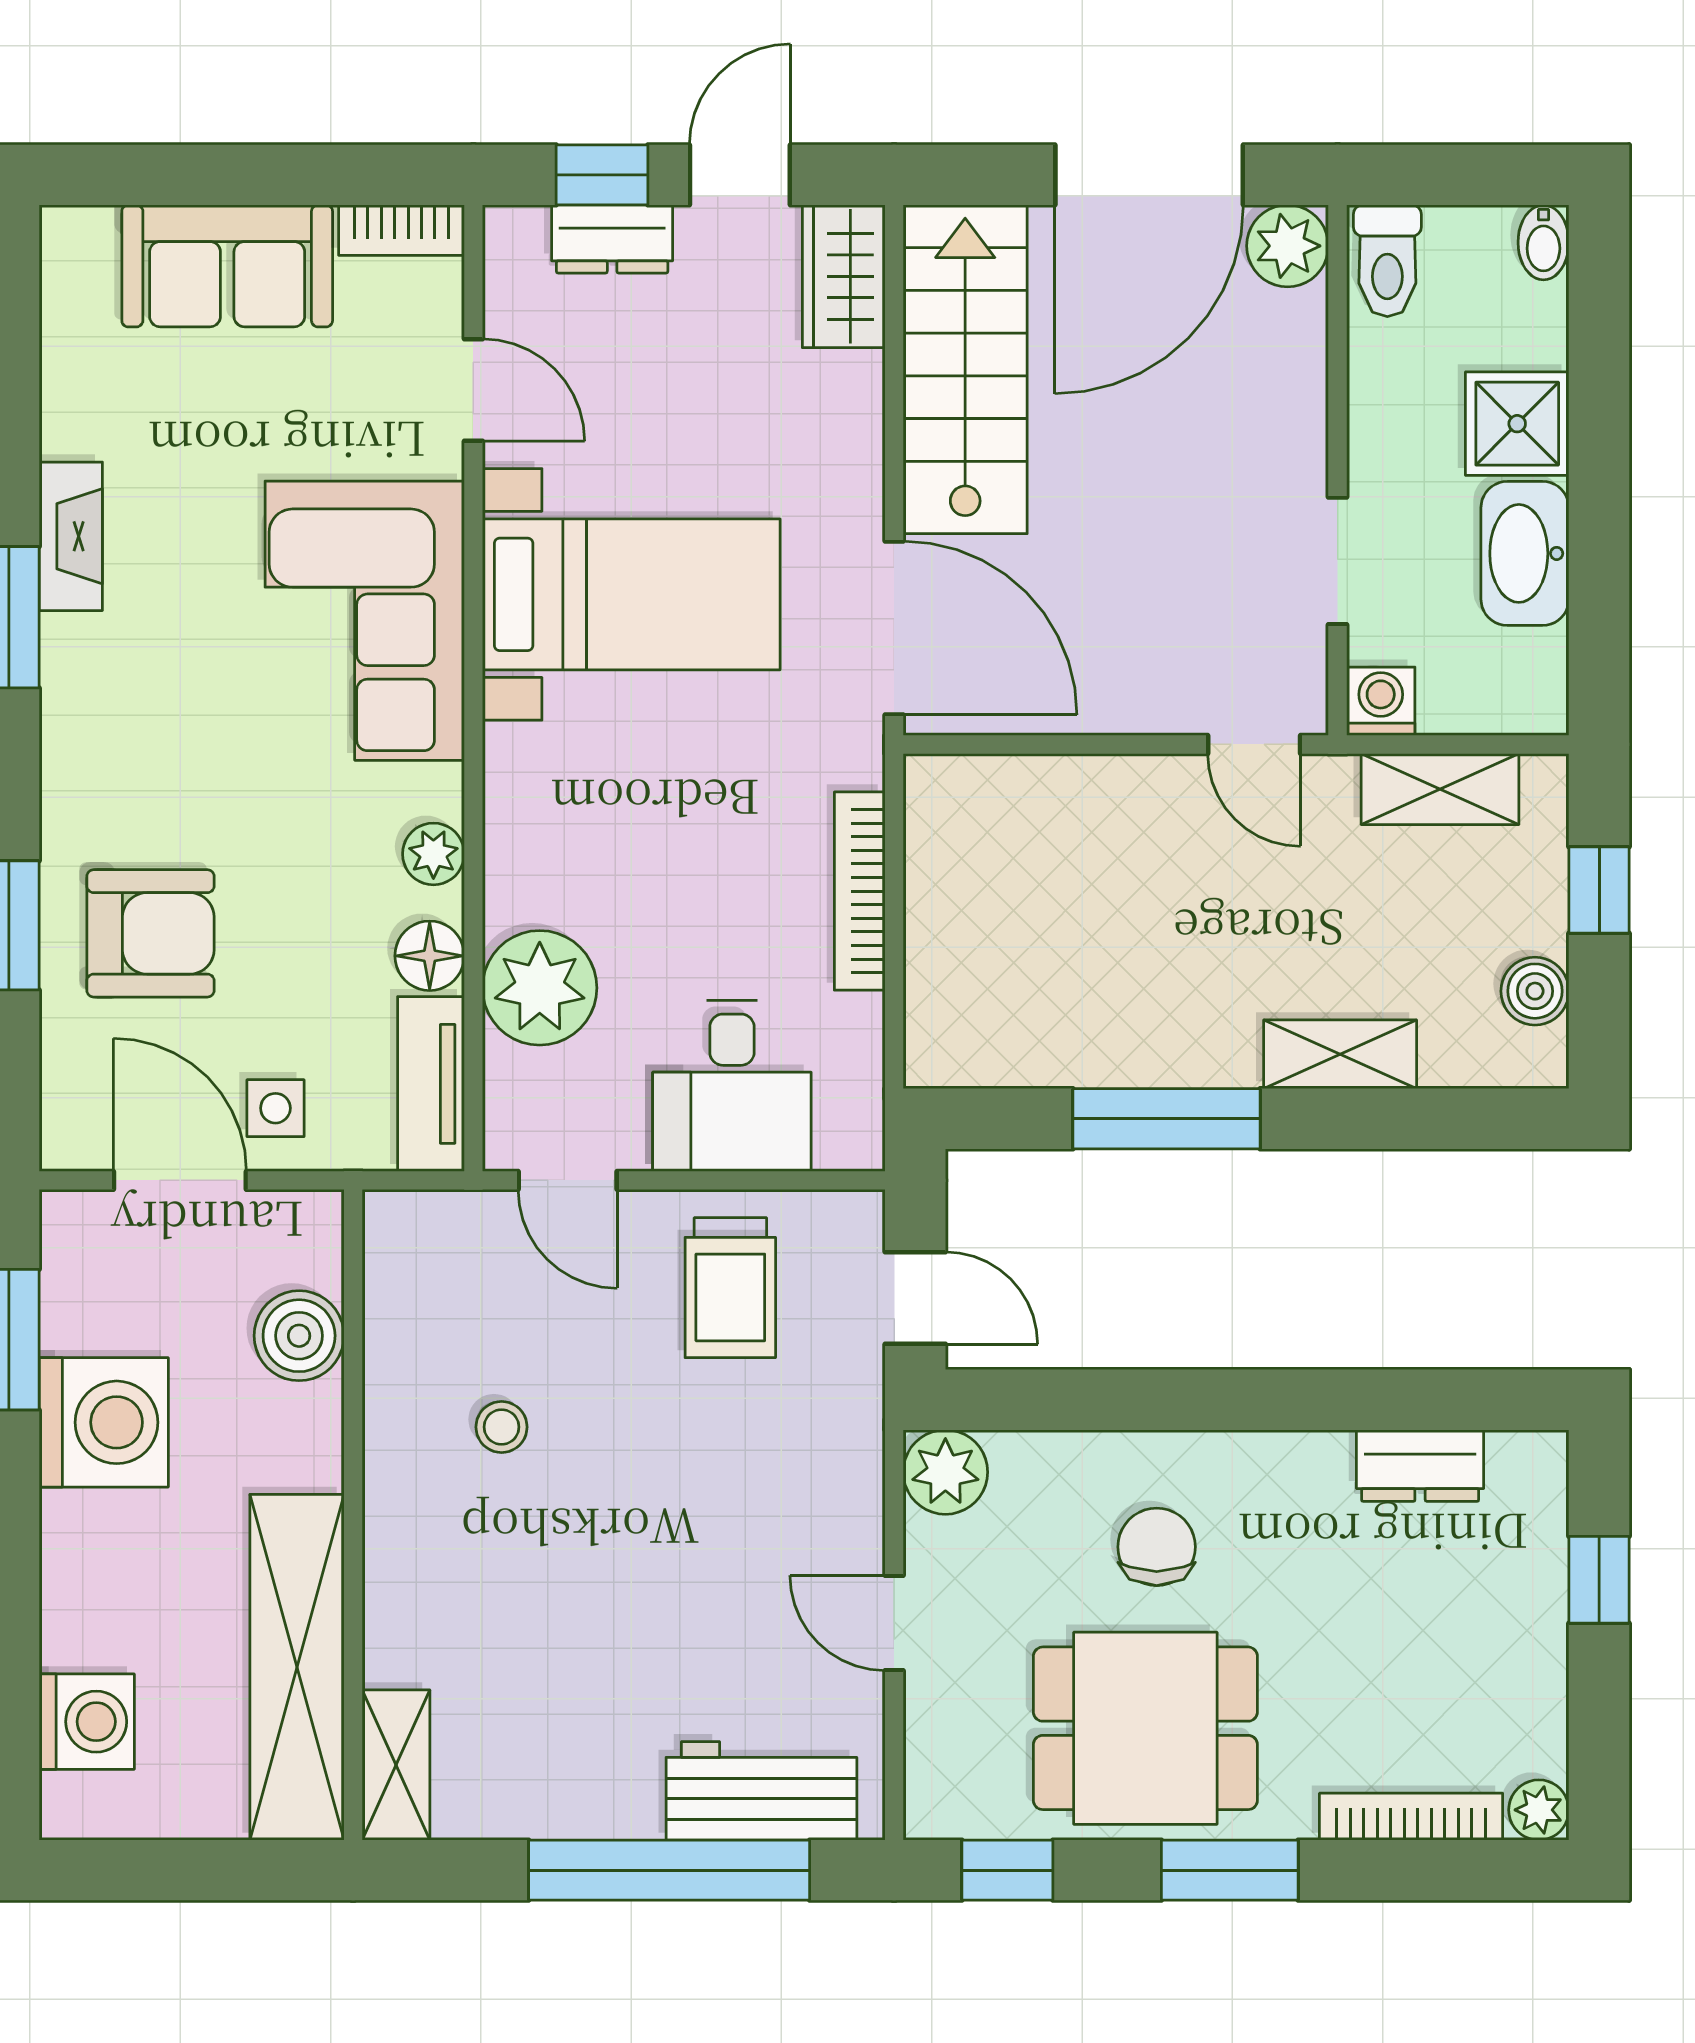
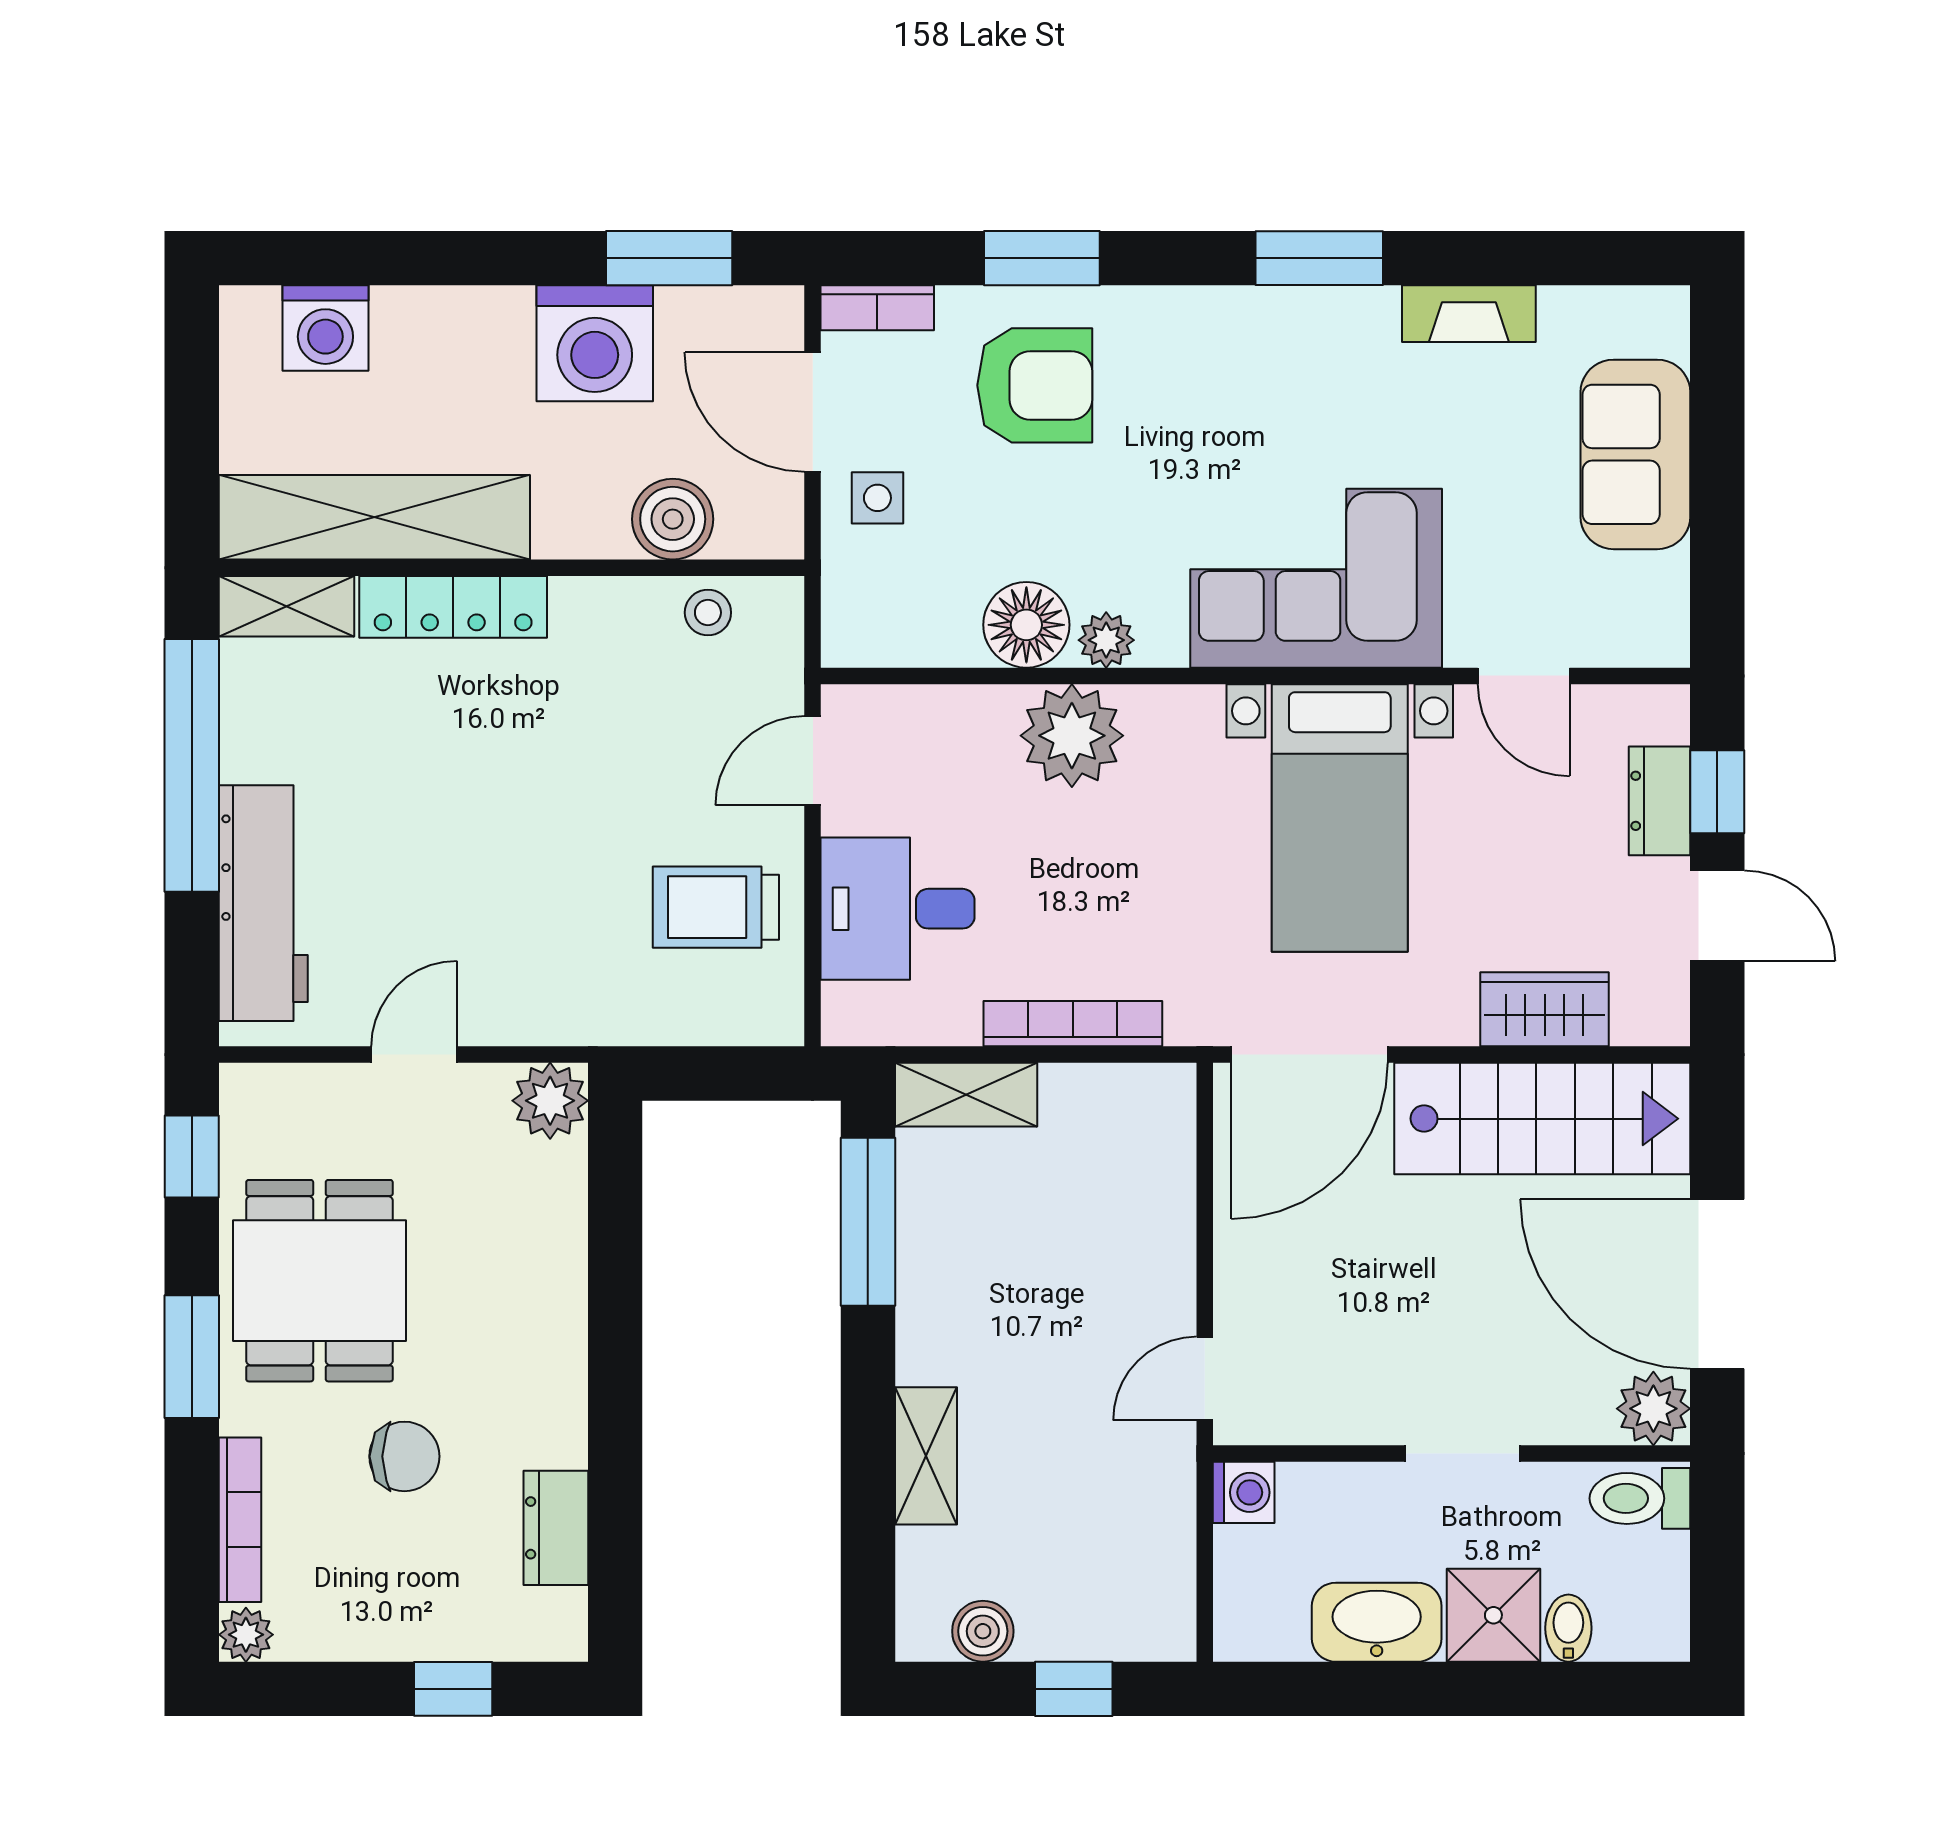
bookcase: (401, 230) -> (877, 308), moved, turned -90
bidet: (1543, 242) -> (1568, 1628), moved, turned 90
wardrobe: (844, 276) -> (1545, 1009), moved
door: (473, 390) -> (1524, 676), hinge flipped
fireplace: (71, 536) -> (1469, 314), moved
doorway: (1338, 561) -> (1462, 1454), moved
shelving: (1440, 789) -> (966, 1095), moved, turned 90
armchair: (150, 933) -> (1035, 385), turned -90
floor lamp: (430, 956) -> (1026, 625), width x1.38, depth x1.38
plant: (540, 988) -> (1072, 736), moved
tv unit: (431, 1084) -> (899, 638), removed
window: (1167, 1119) -> (868, 1222), moved
door: (180, 1180) -> (813, 412), swing flipped
door: (915, 1298) -> (707, 1074), removed
stool: (502, 1427) -> (708, 613), moved
chair: (1157, 1547) -> (404, 1456), moved
locker: (397, 1580) -> (453, 607), added
workbench: (761, 1791) -> (263, 903), width x1.37
window: (669, 1870) -> (192, 765), moved

